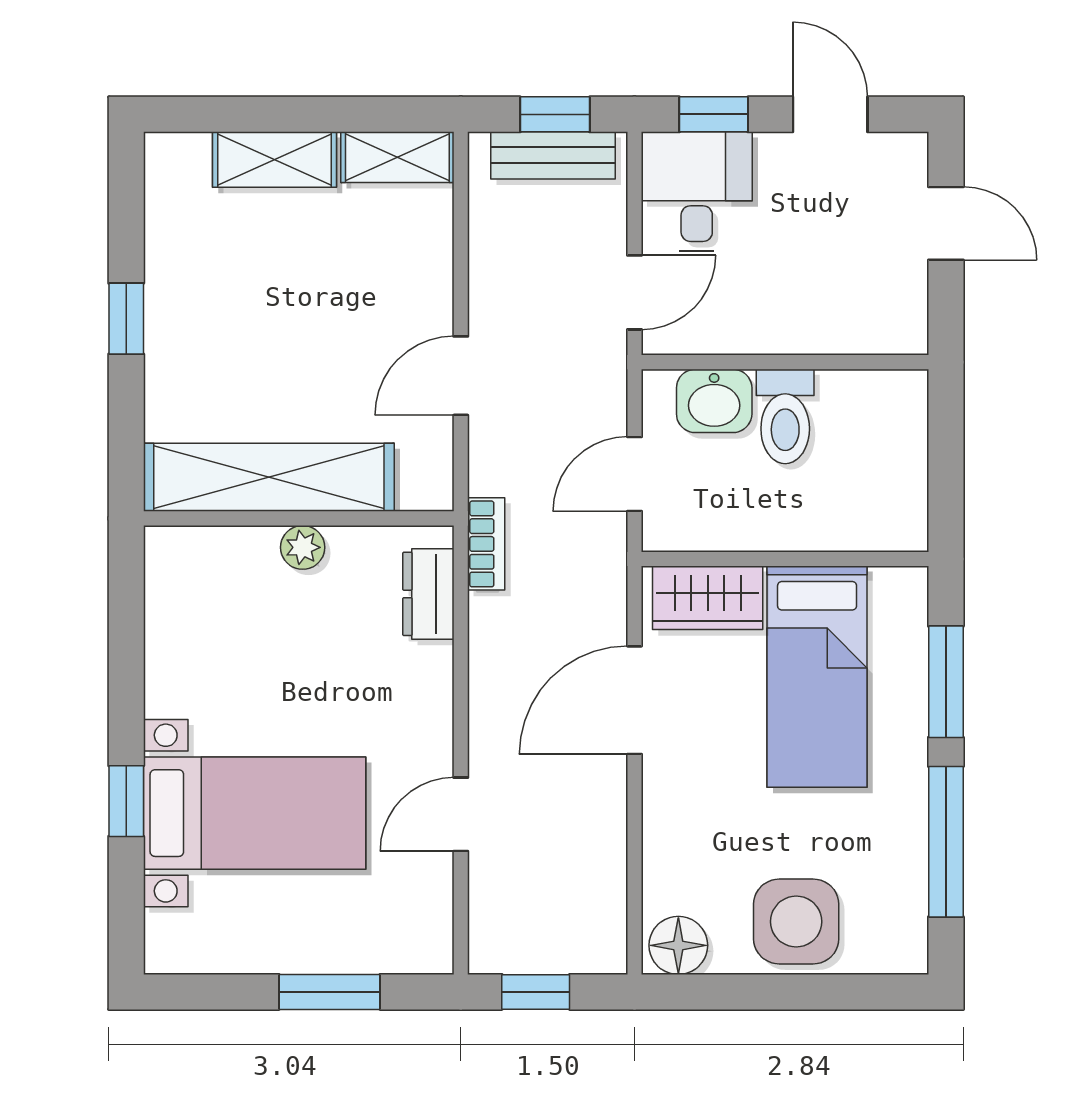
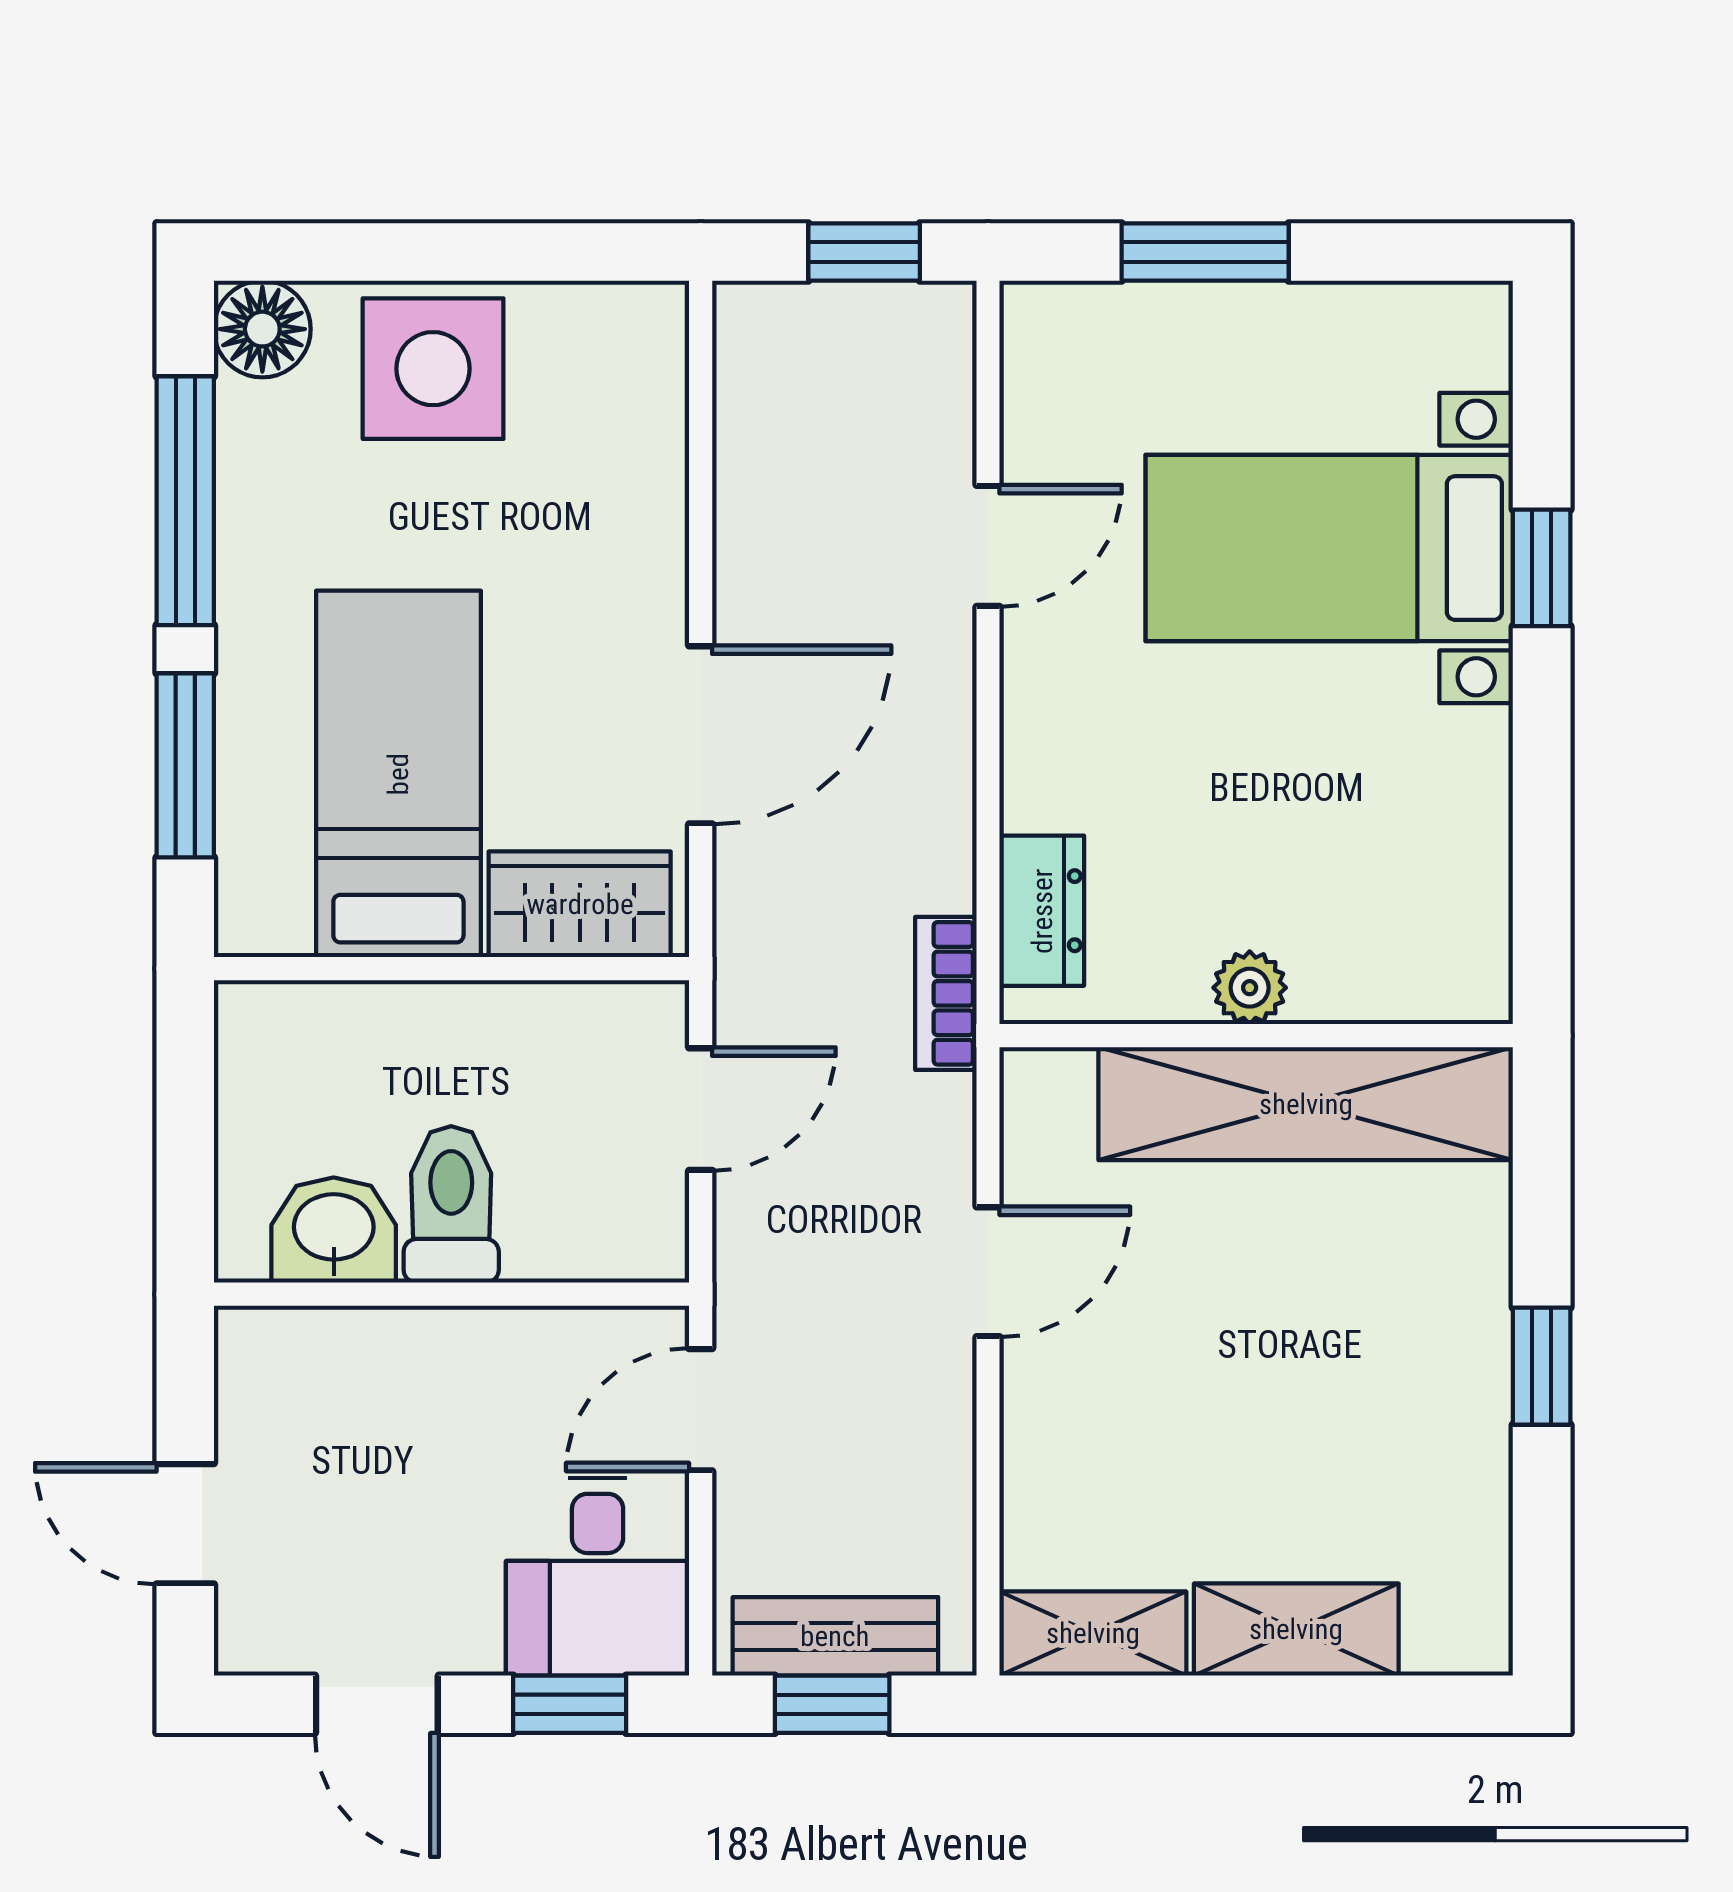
washbasin: (714, 401) -> (334, 1230), moved
floor lamp: (678, 945) -> (262, 329), moved

